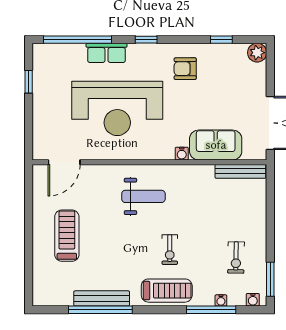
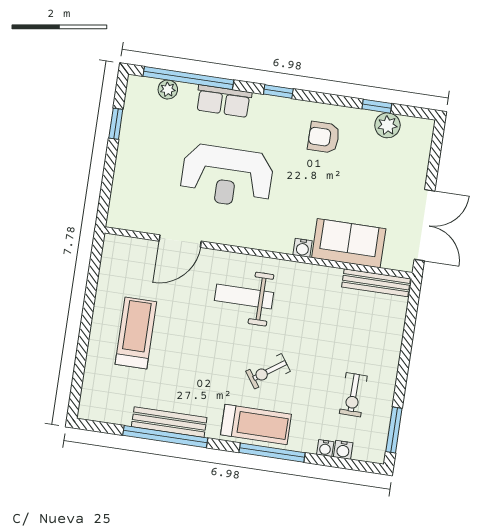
plant: (64, 50) -> (168, 89), added
plant: (257, 53) -> (387, 125), moved
reception desk: (117, 108) -> (227, 176), width x0.74, depth x0.77
door: (64, 162) -> (180, 241), moved
weight bench: (143, 196) -> (244, 296), turned 180
exercise bike: (170, 250) -> (268, 371), turned 55
water cooler: (253, 300) -> (343, 450), moved
window: (211, 310) -> (272, 453), moved

